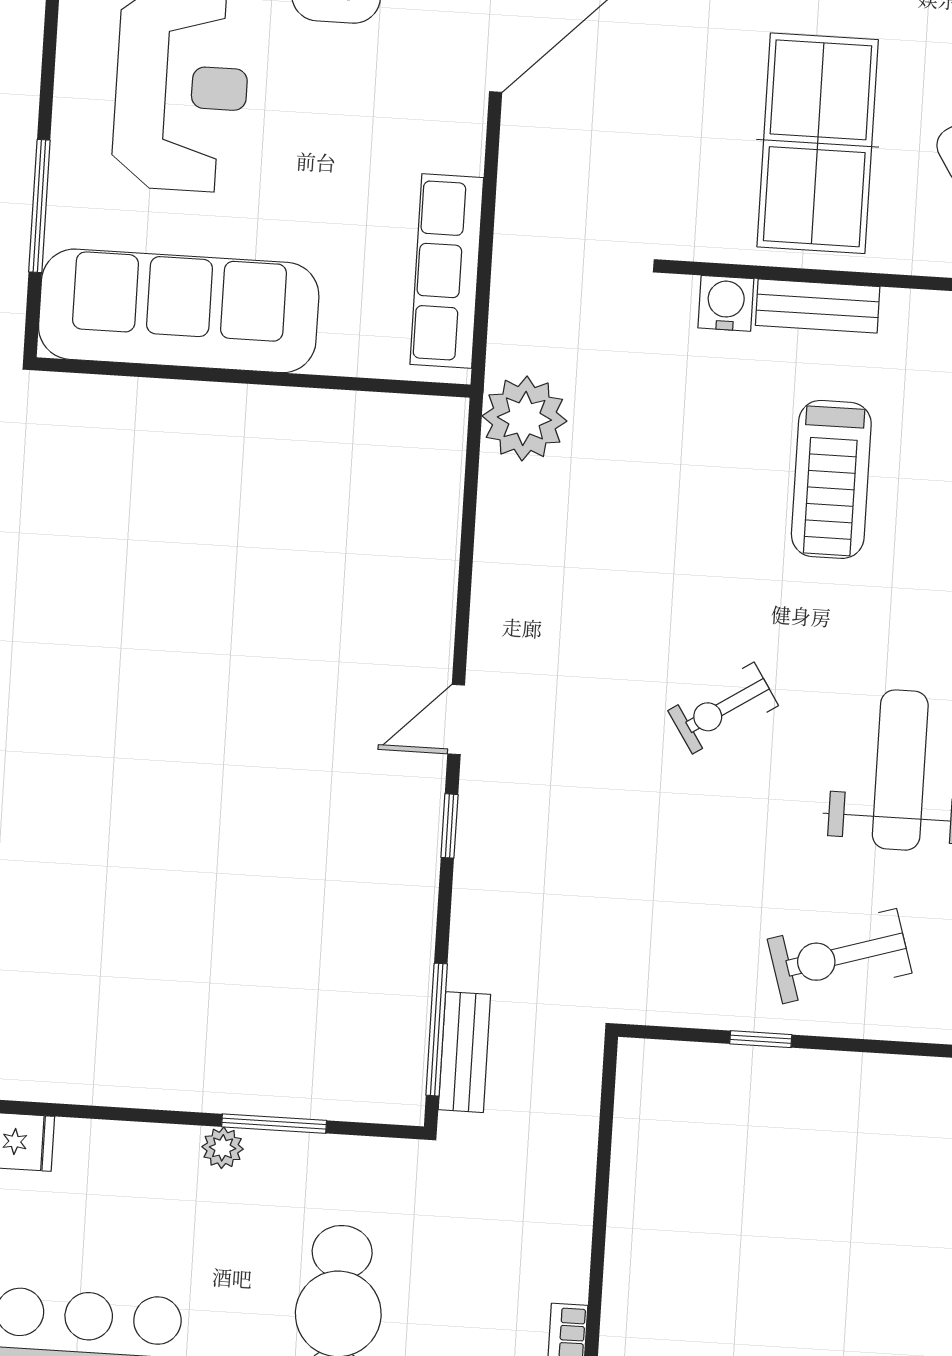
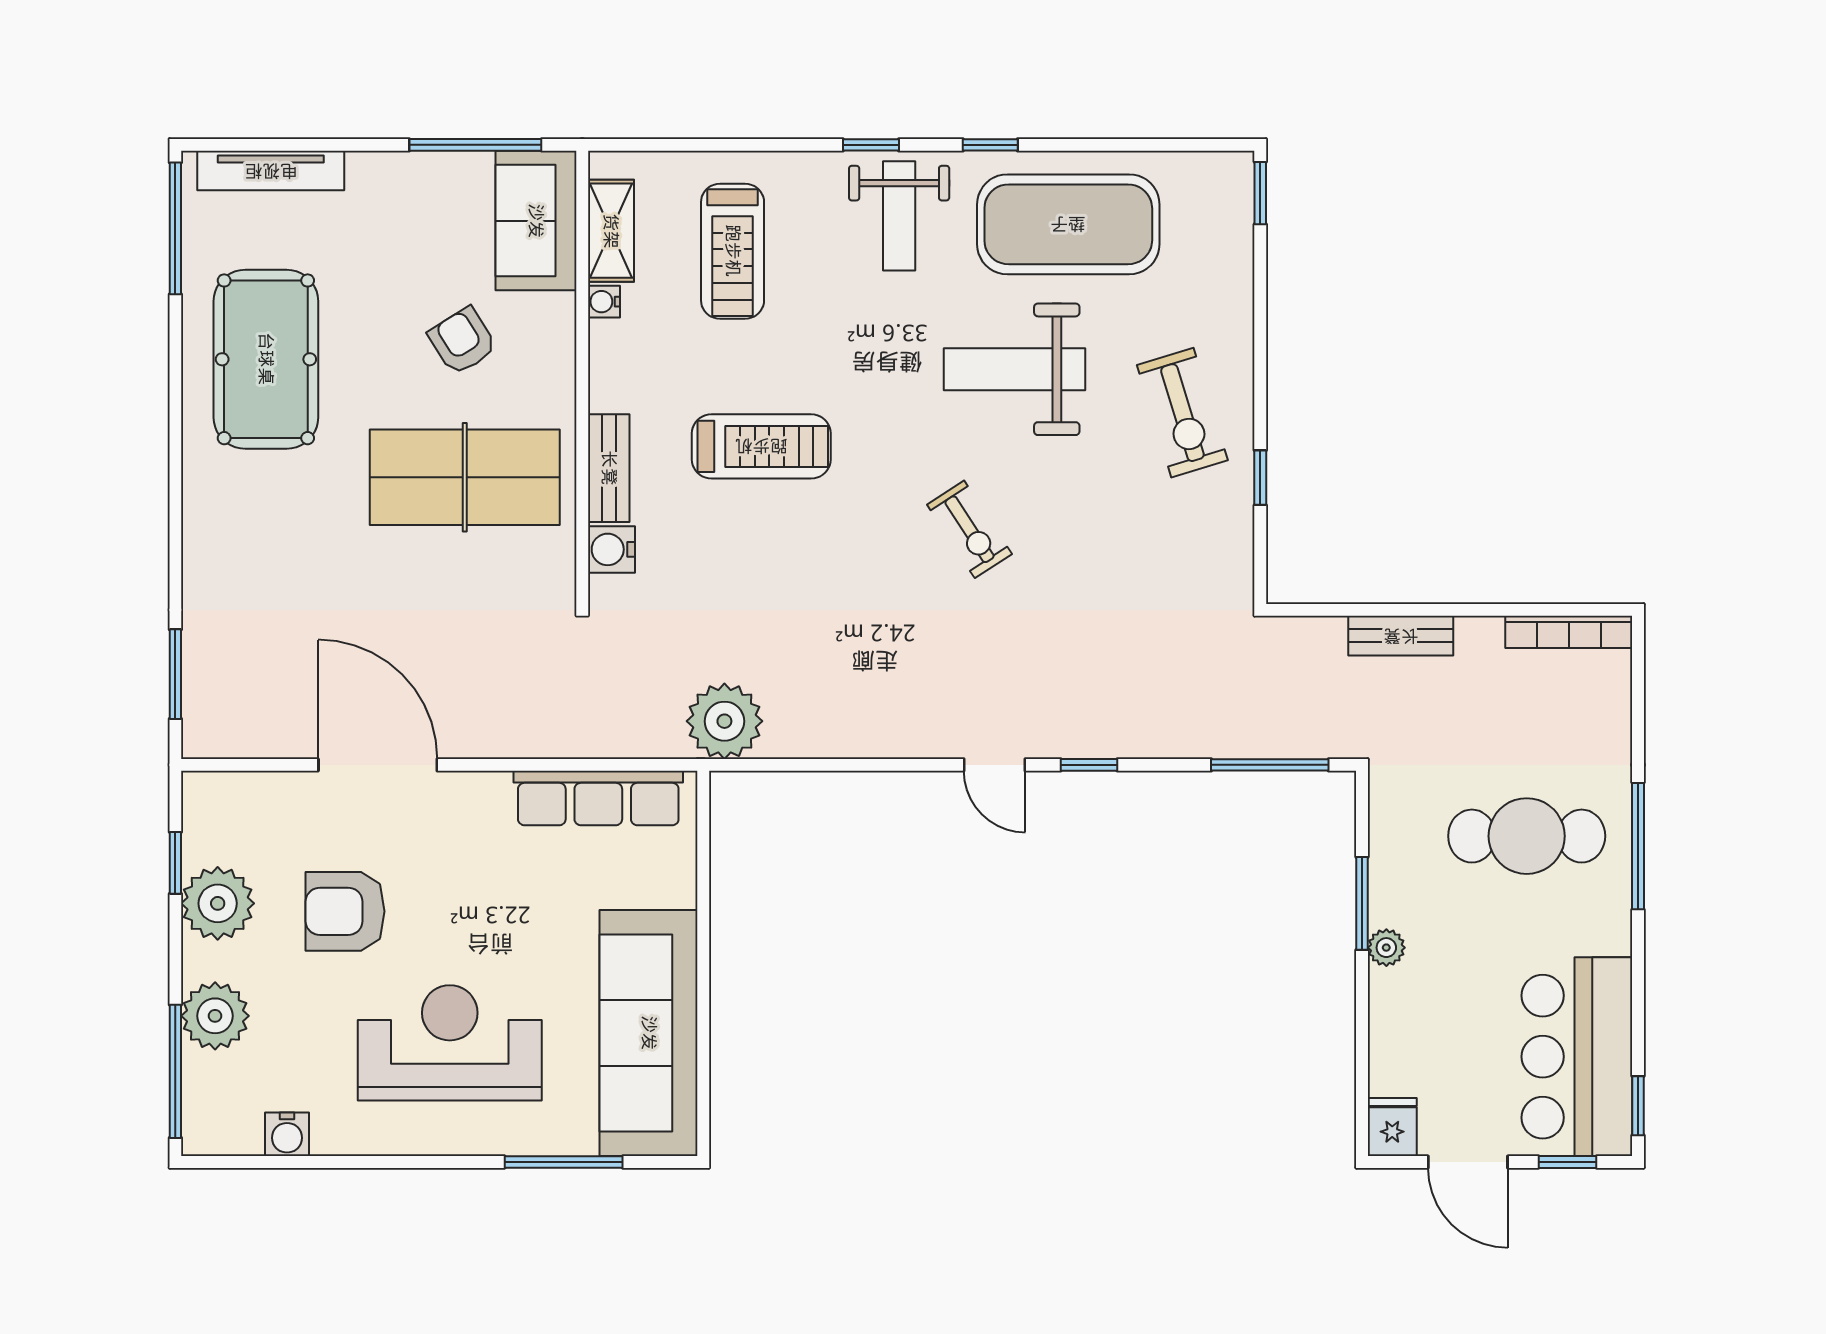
bench: (464, 1052) -> (1401, 636), moved

